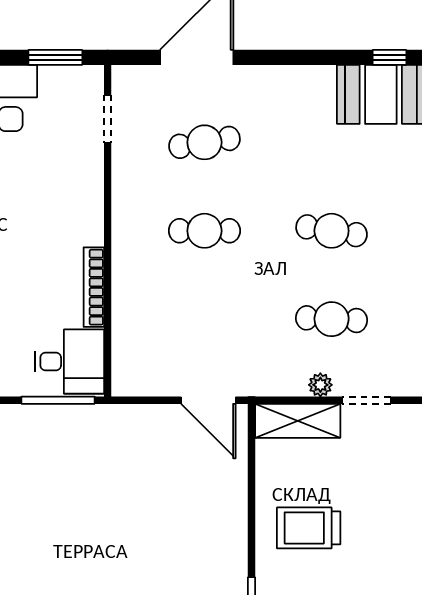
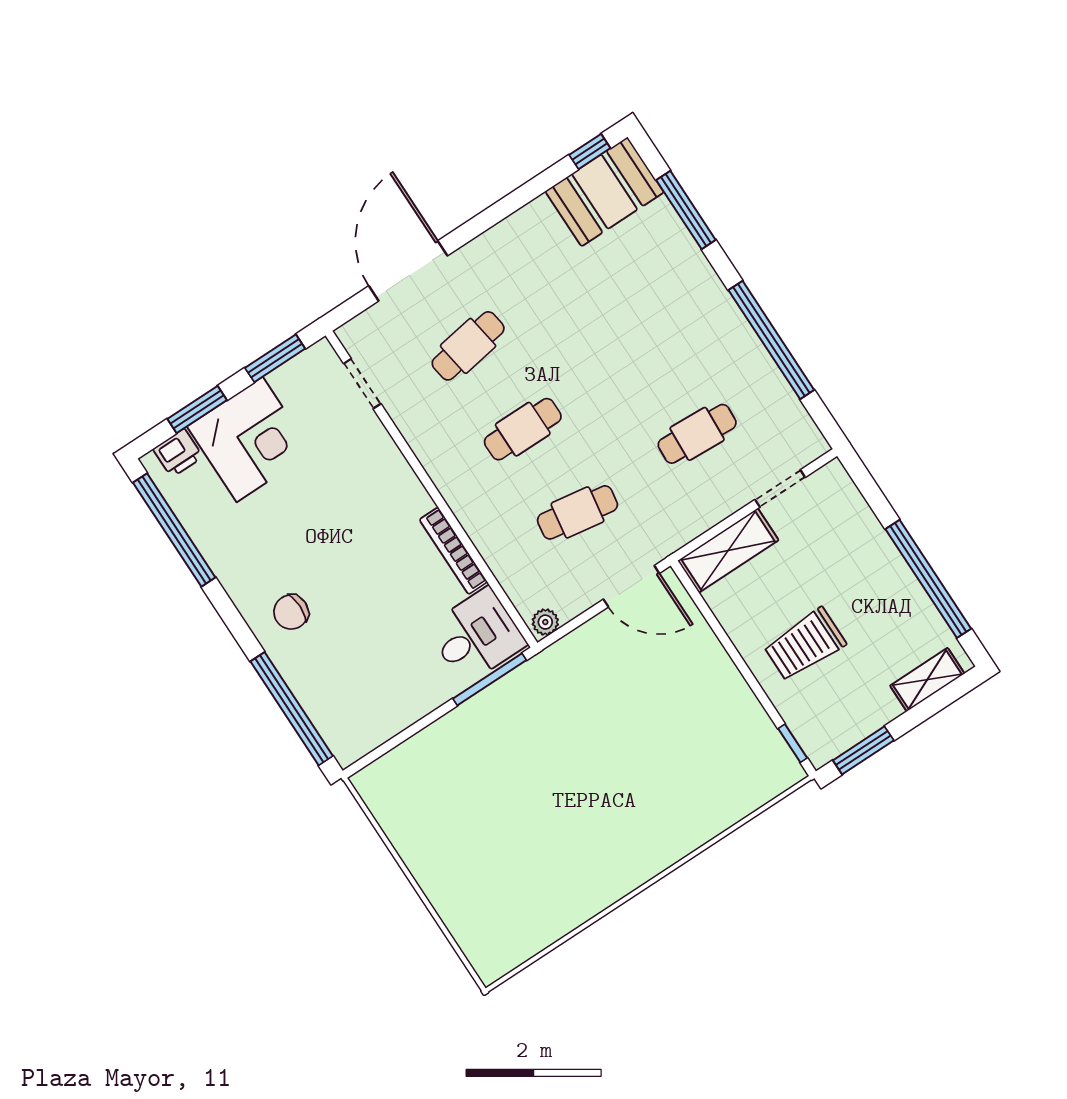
cafe table: (332, 231) -> (577, 512), moved
plant: (320, 385) -> (545, 622), moved

